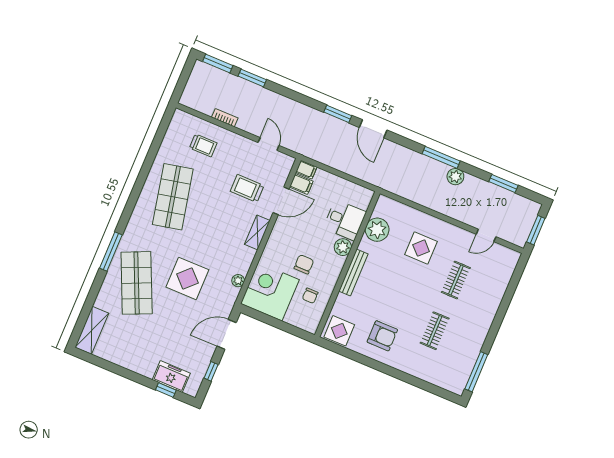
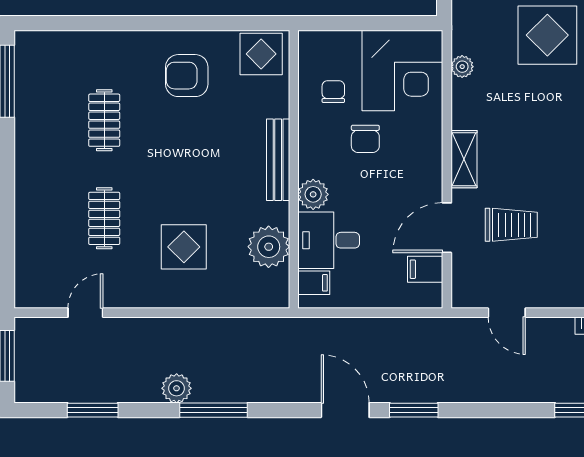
filing cabinet: (306, 170) -> (314, 283), moved, turned 180

